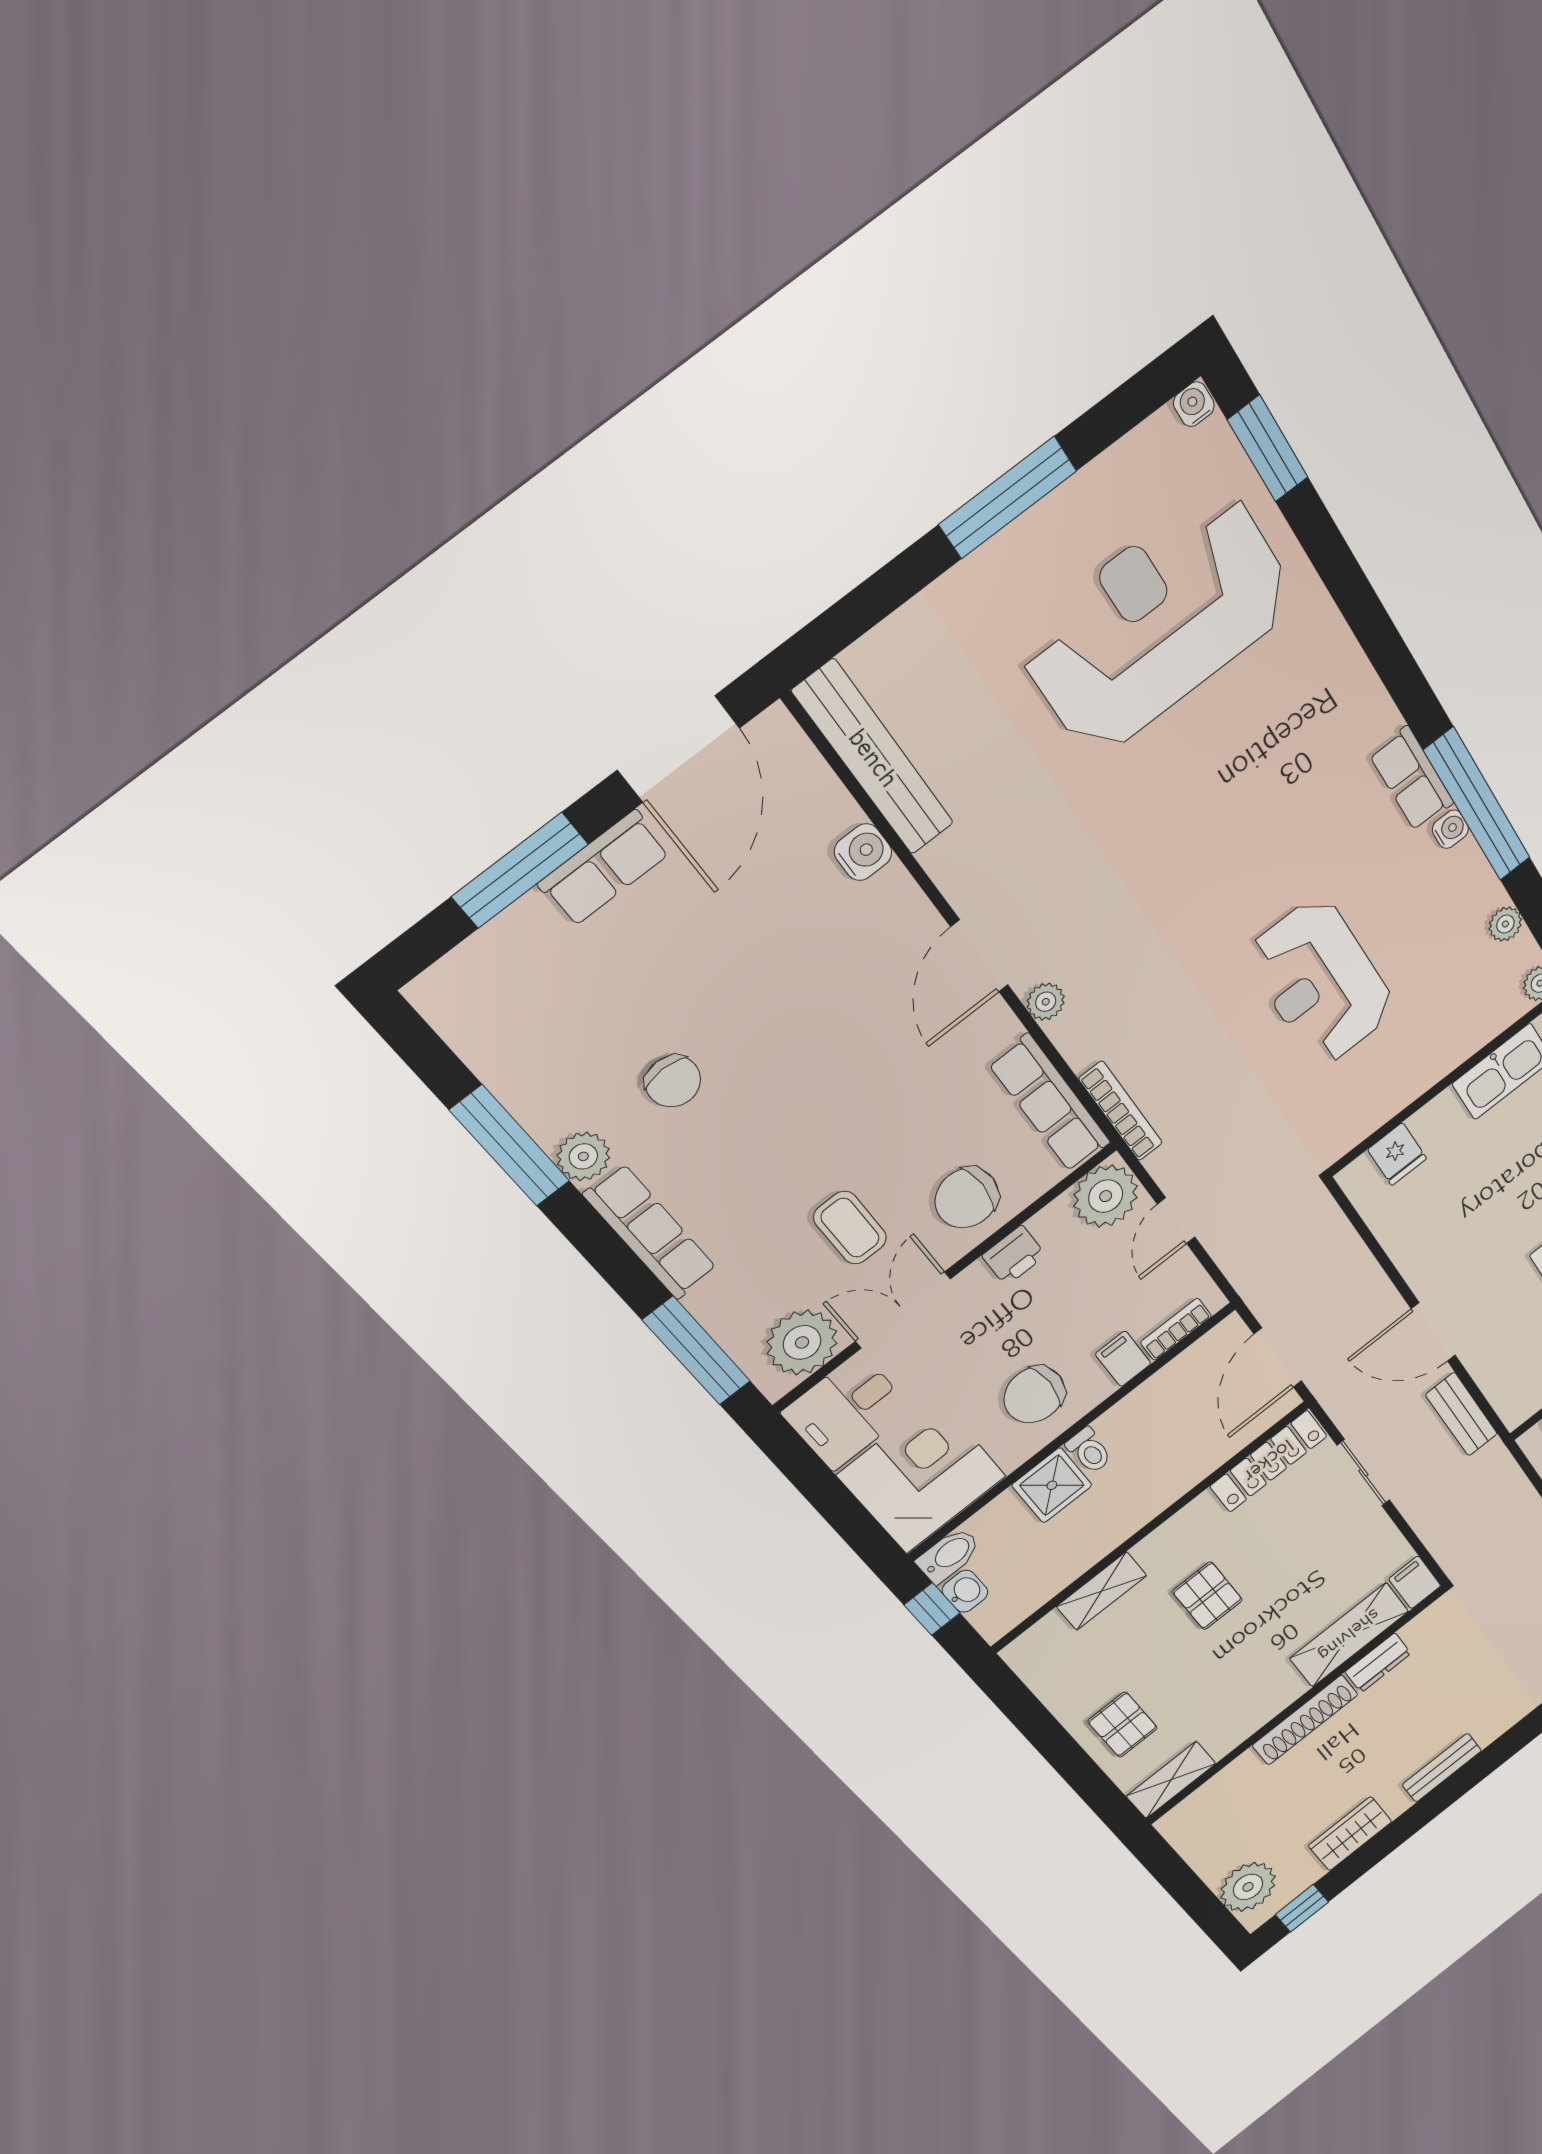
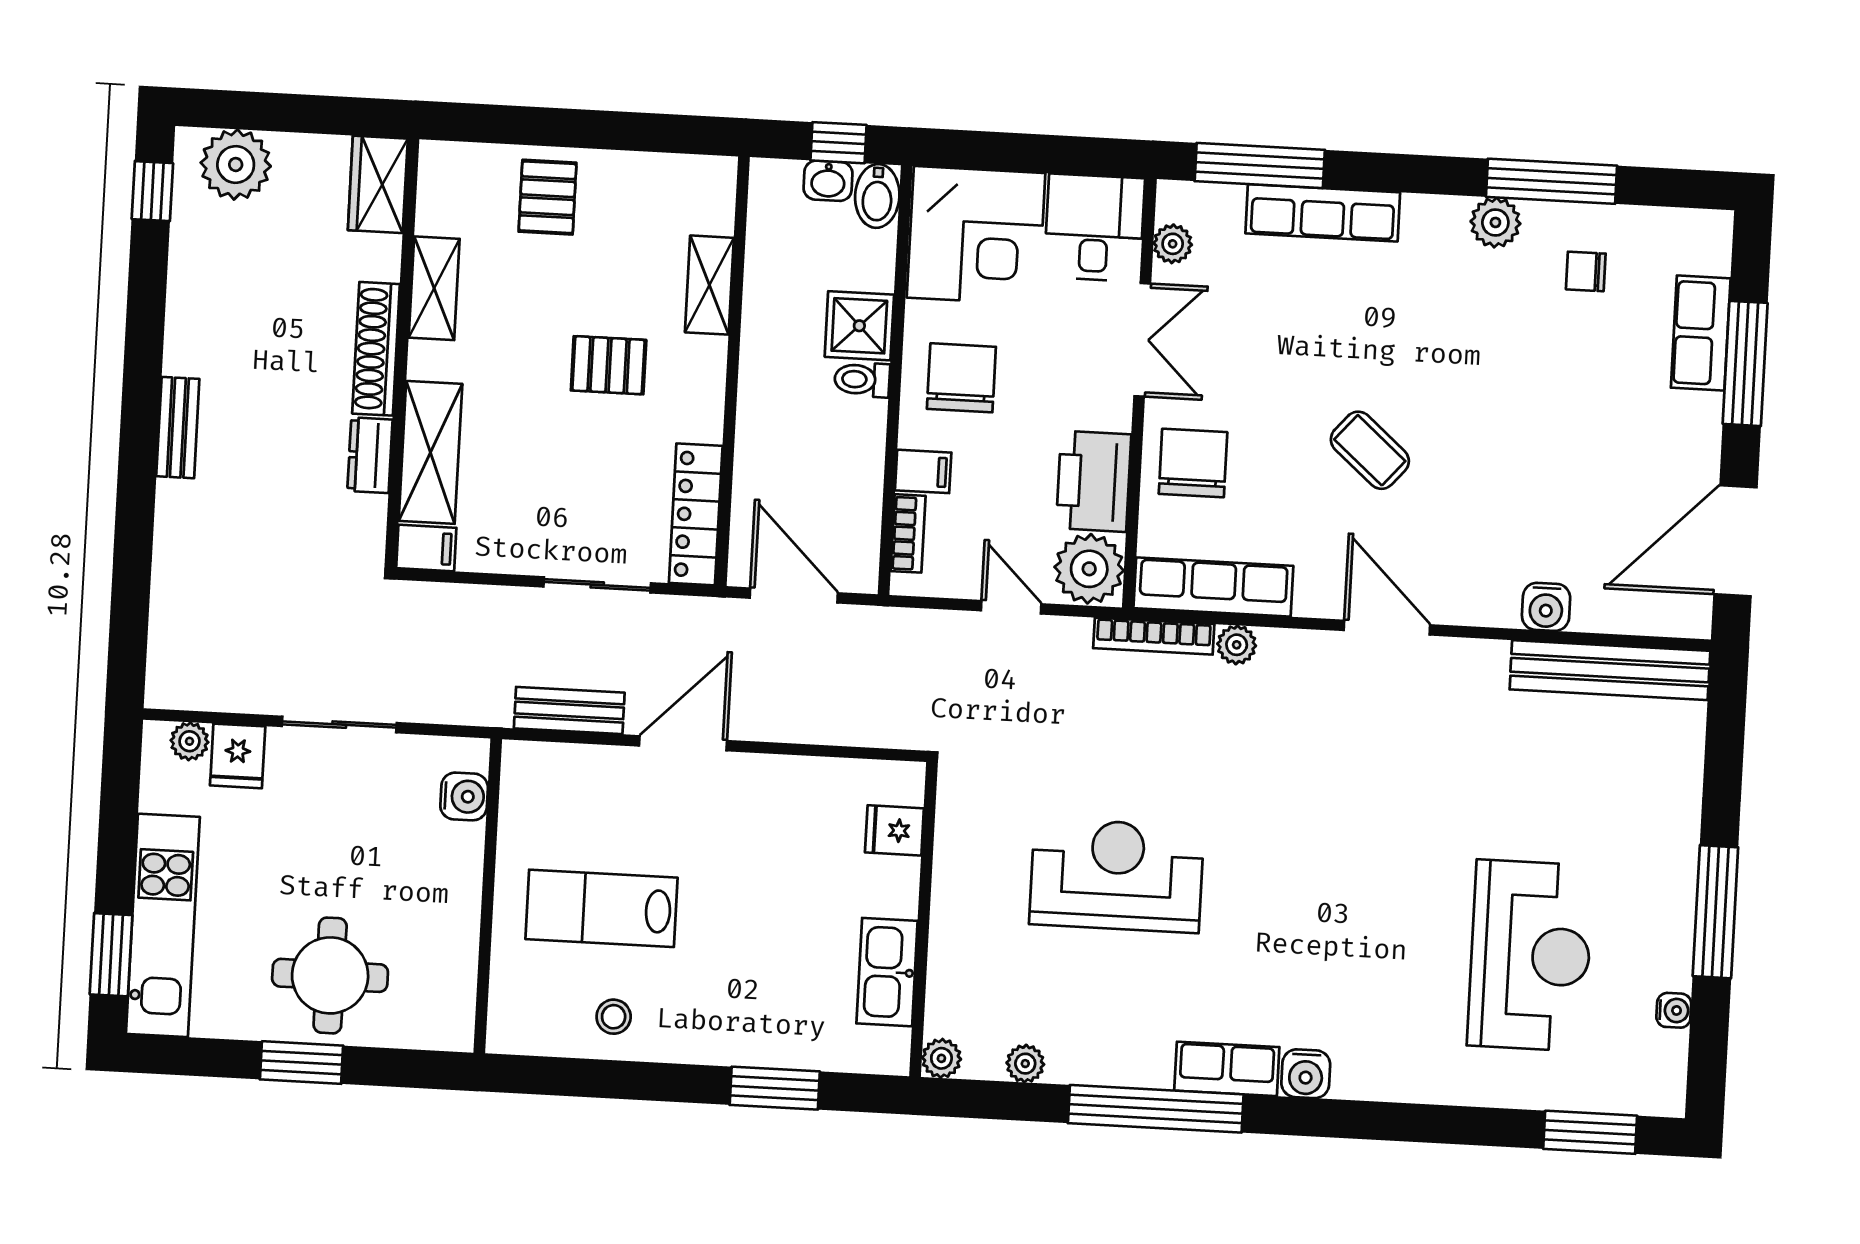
water cooler: (1194, 404) -> (1674, 1010), moved
reception desk: (1158, 622) -> (1530, 955), width x0.74, depth x0.77
door: (679, 749) -> (1736, 541), hinge flipped
water cooler: (1450, 829) -> (1306, 1074), moved, width x1.38, depth x1.38
row of seats: (604, 868) -> (1701, 333), moved
plant: (1046, 1002) -> (1237, 645), moved
chair: (673, 1081) -> (1586, 271), moved, width x0.73, depth x0.73
coffee table: (850, 1228) -> (1370, 450), moved, turned 41
row of seats: (650, 1232) -> (1323, 213), moved
printer: (1014, 1256) -> (1094, 481), width x1.87, depth x1.48
plant: (802, 1342) -> (1173, 244), width x0.53, depth x0.53
pallet: (1123, 1725) -> (548, 197), turned 90
shelving: (1171, 1780) -> (434, 288), moved
wardrobe: (1350, 1834) -> (378, 184), moved, turned 180

